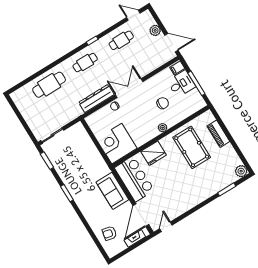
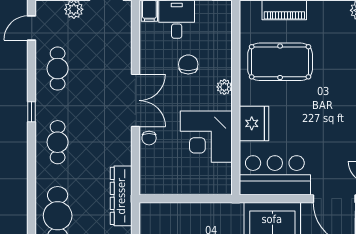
double door: (129, 88) -> (135, 100), swing flipped
dresser: (96, 98) -> (121, 196), moved
corner desk: (117, 144) -> (206, 137), moved

